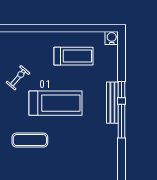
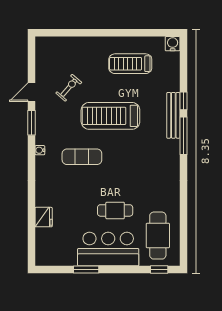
treadmill: (74, 56) -> (130, 64), turned 180
treadmill: (56, 103) -> (110, 116), turned 180

